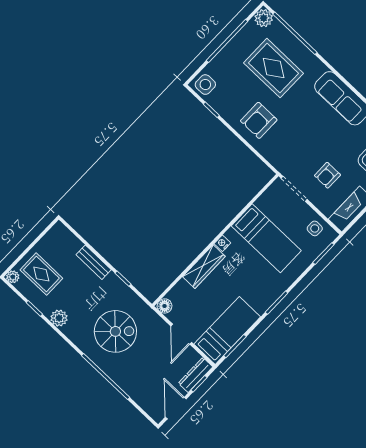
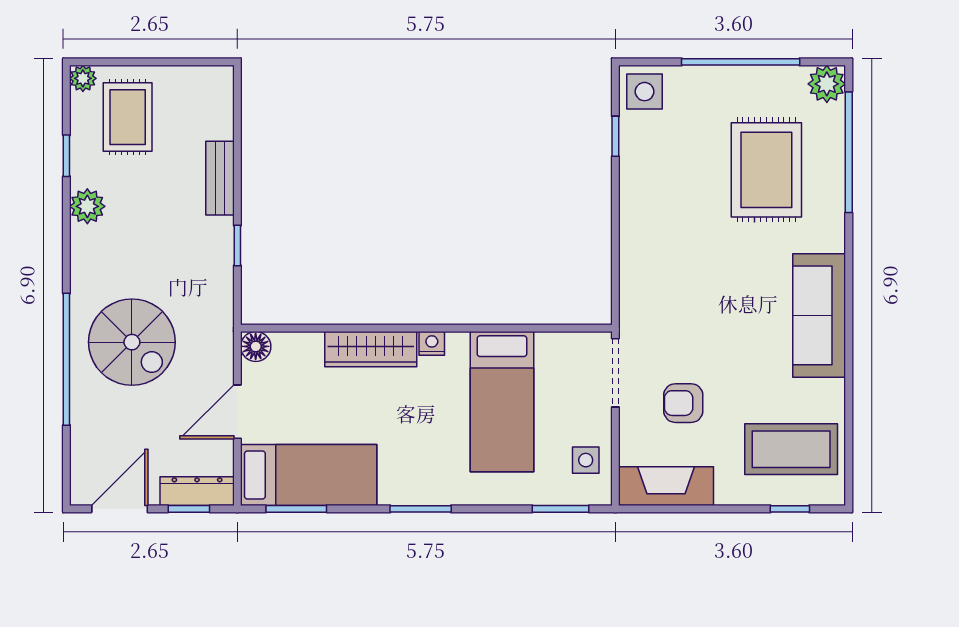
armchair: (259, 120) -> (667, 222), removed
spiral stairs: (115, 331) -> (132, 342), moved

